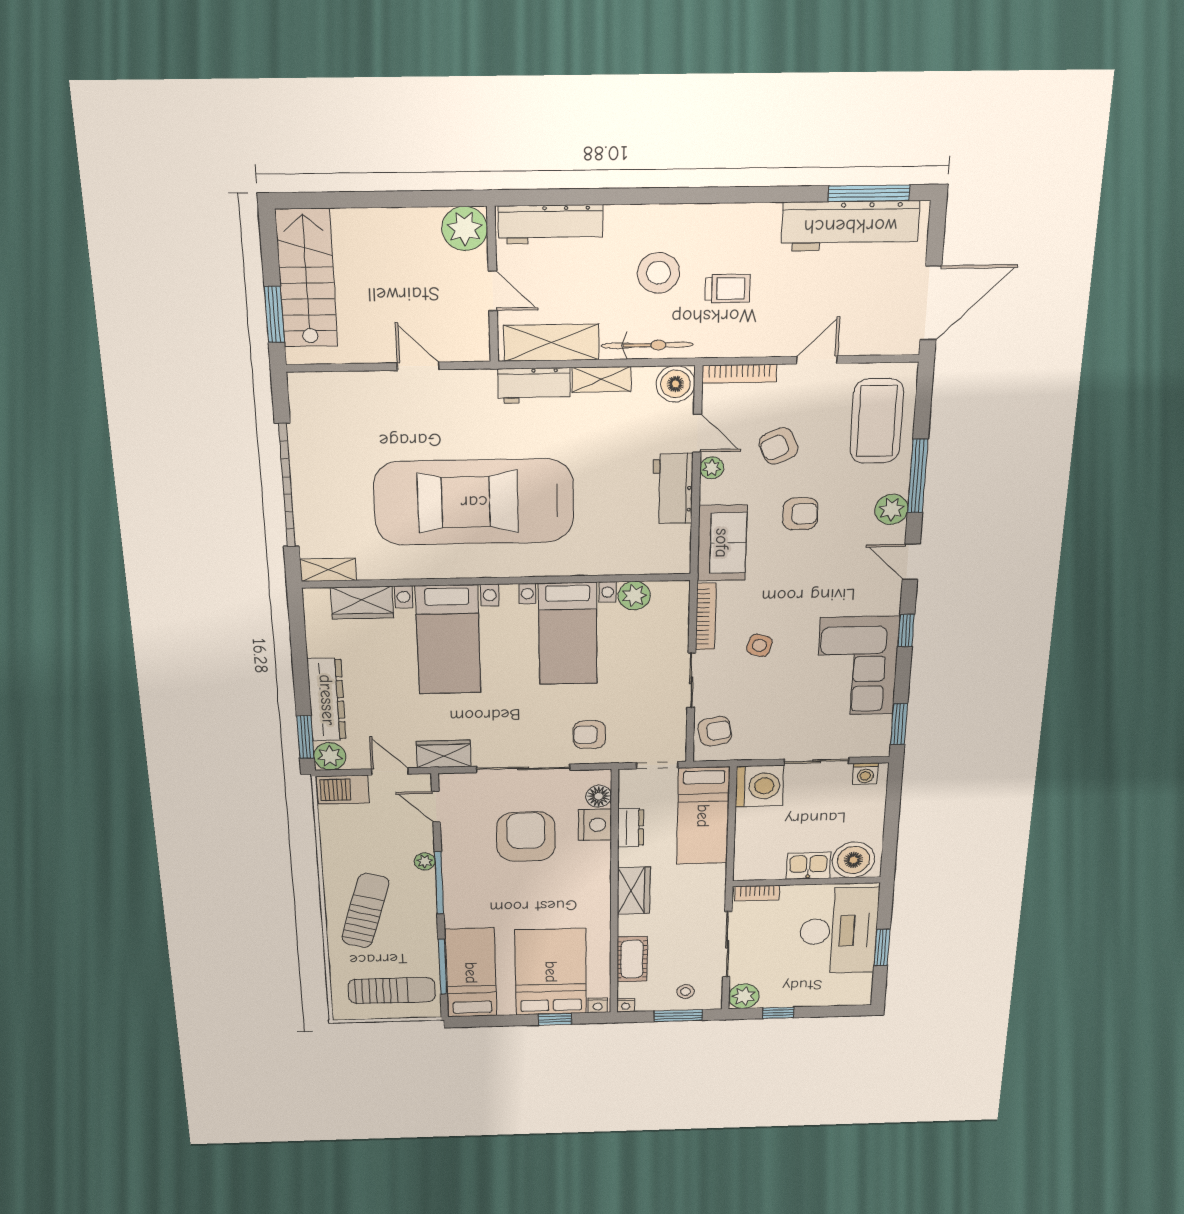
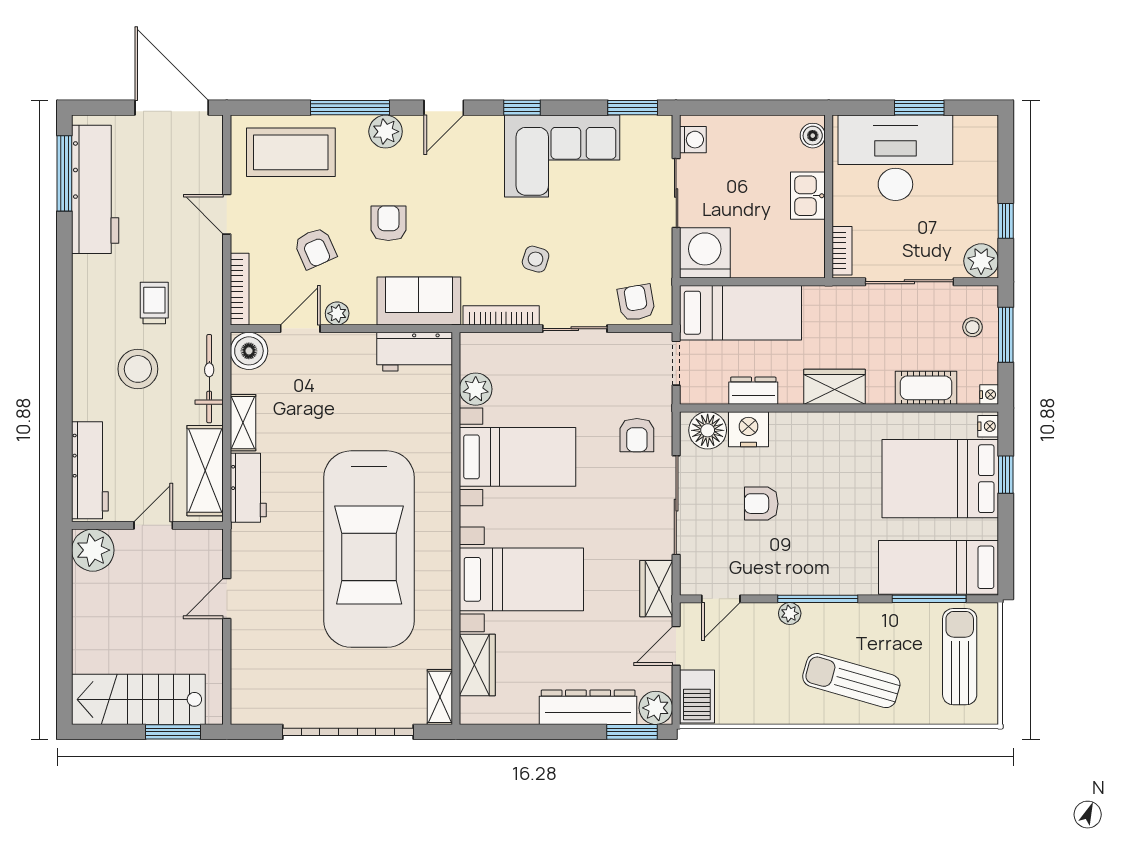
workbench: (673, 489) -> (415, 352), moved
floor lamp: (599, 796) -> (708, 430), width x1.38, depth x1.38
armchair: (526, 837) -> (761, 504), width x0.53, depth x0.53
boiler: (853, 860) -> (813, 136), width x0.54, depth x0.54

